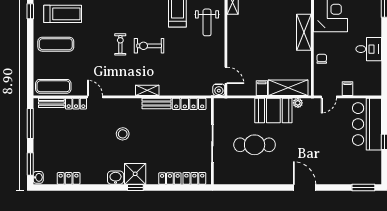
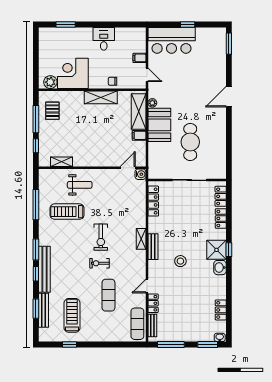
shelving: (304, 32) -> (101, 97), moved
exercise mat: (56, 44) -> (108, 295), moved
bench: (156, 104) -> (153, 247), moved

